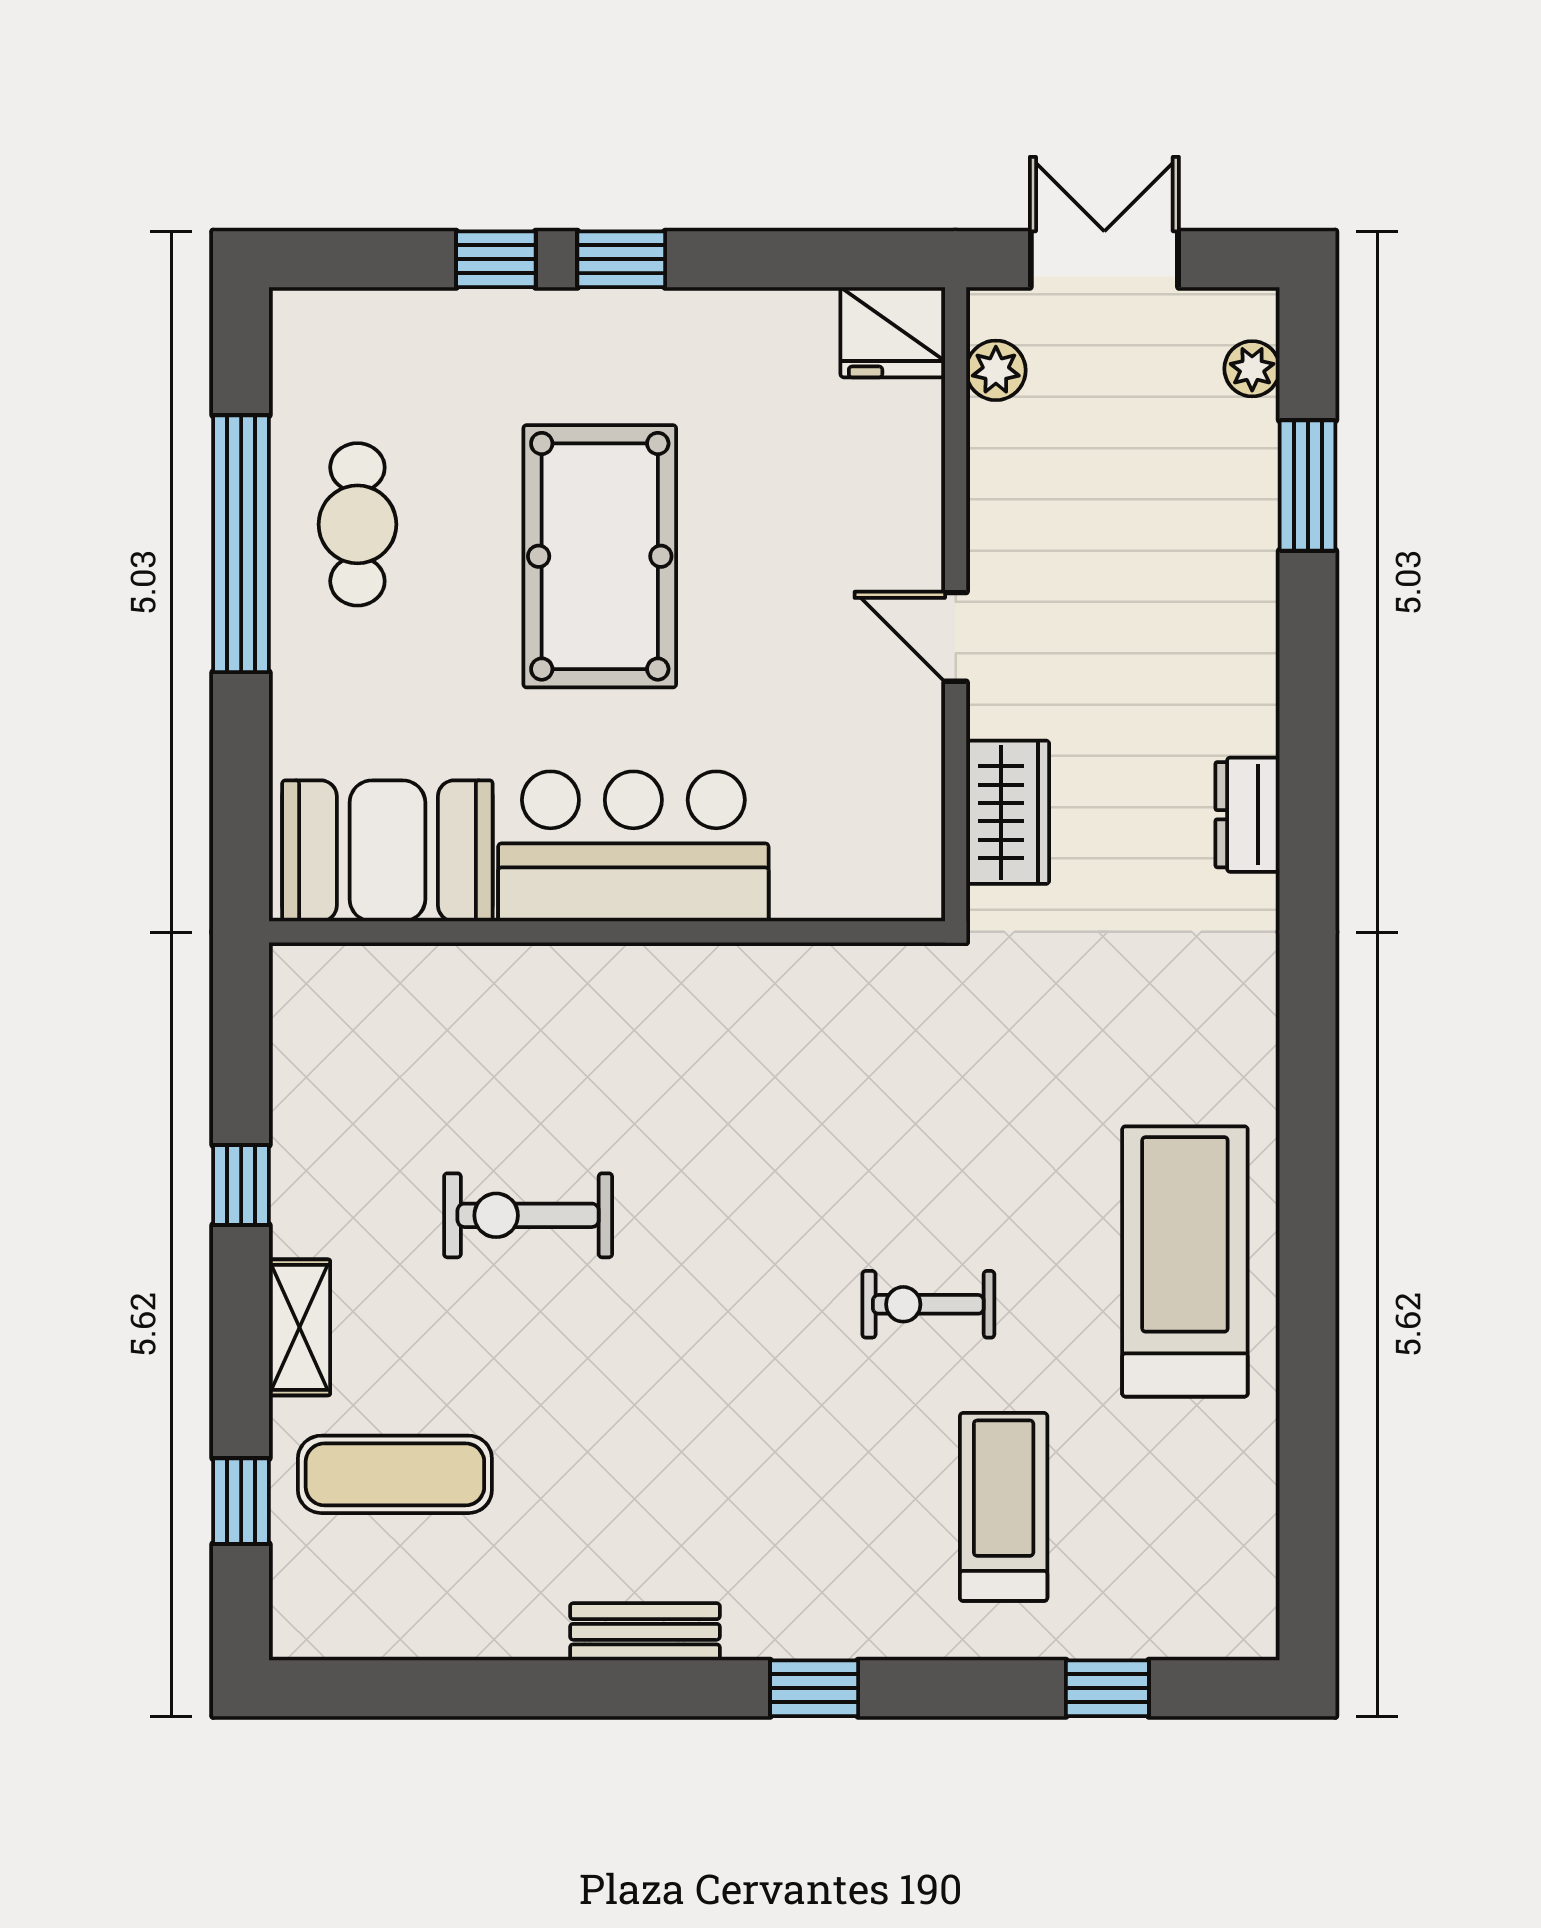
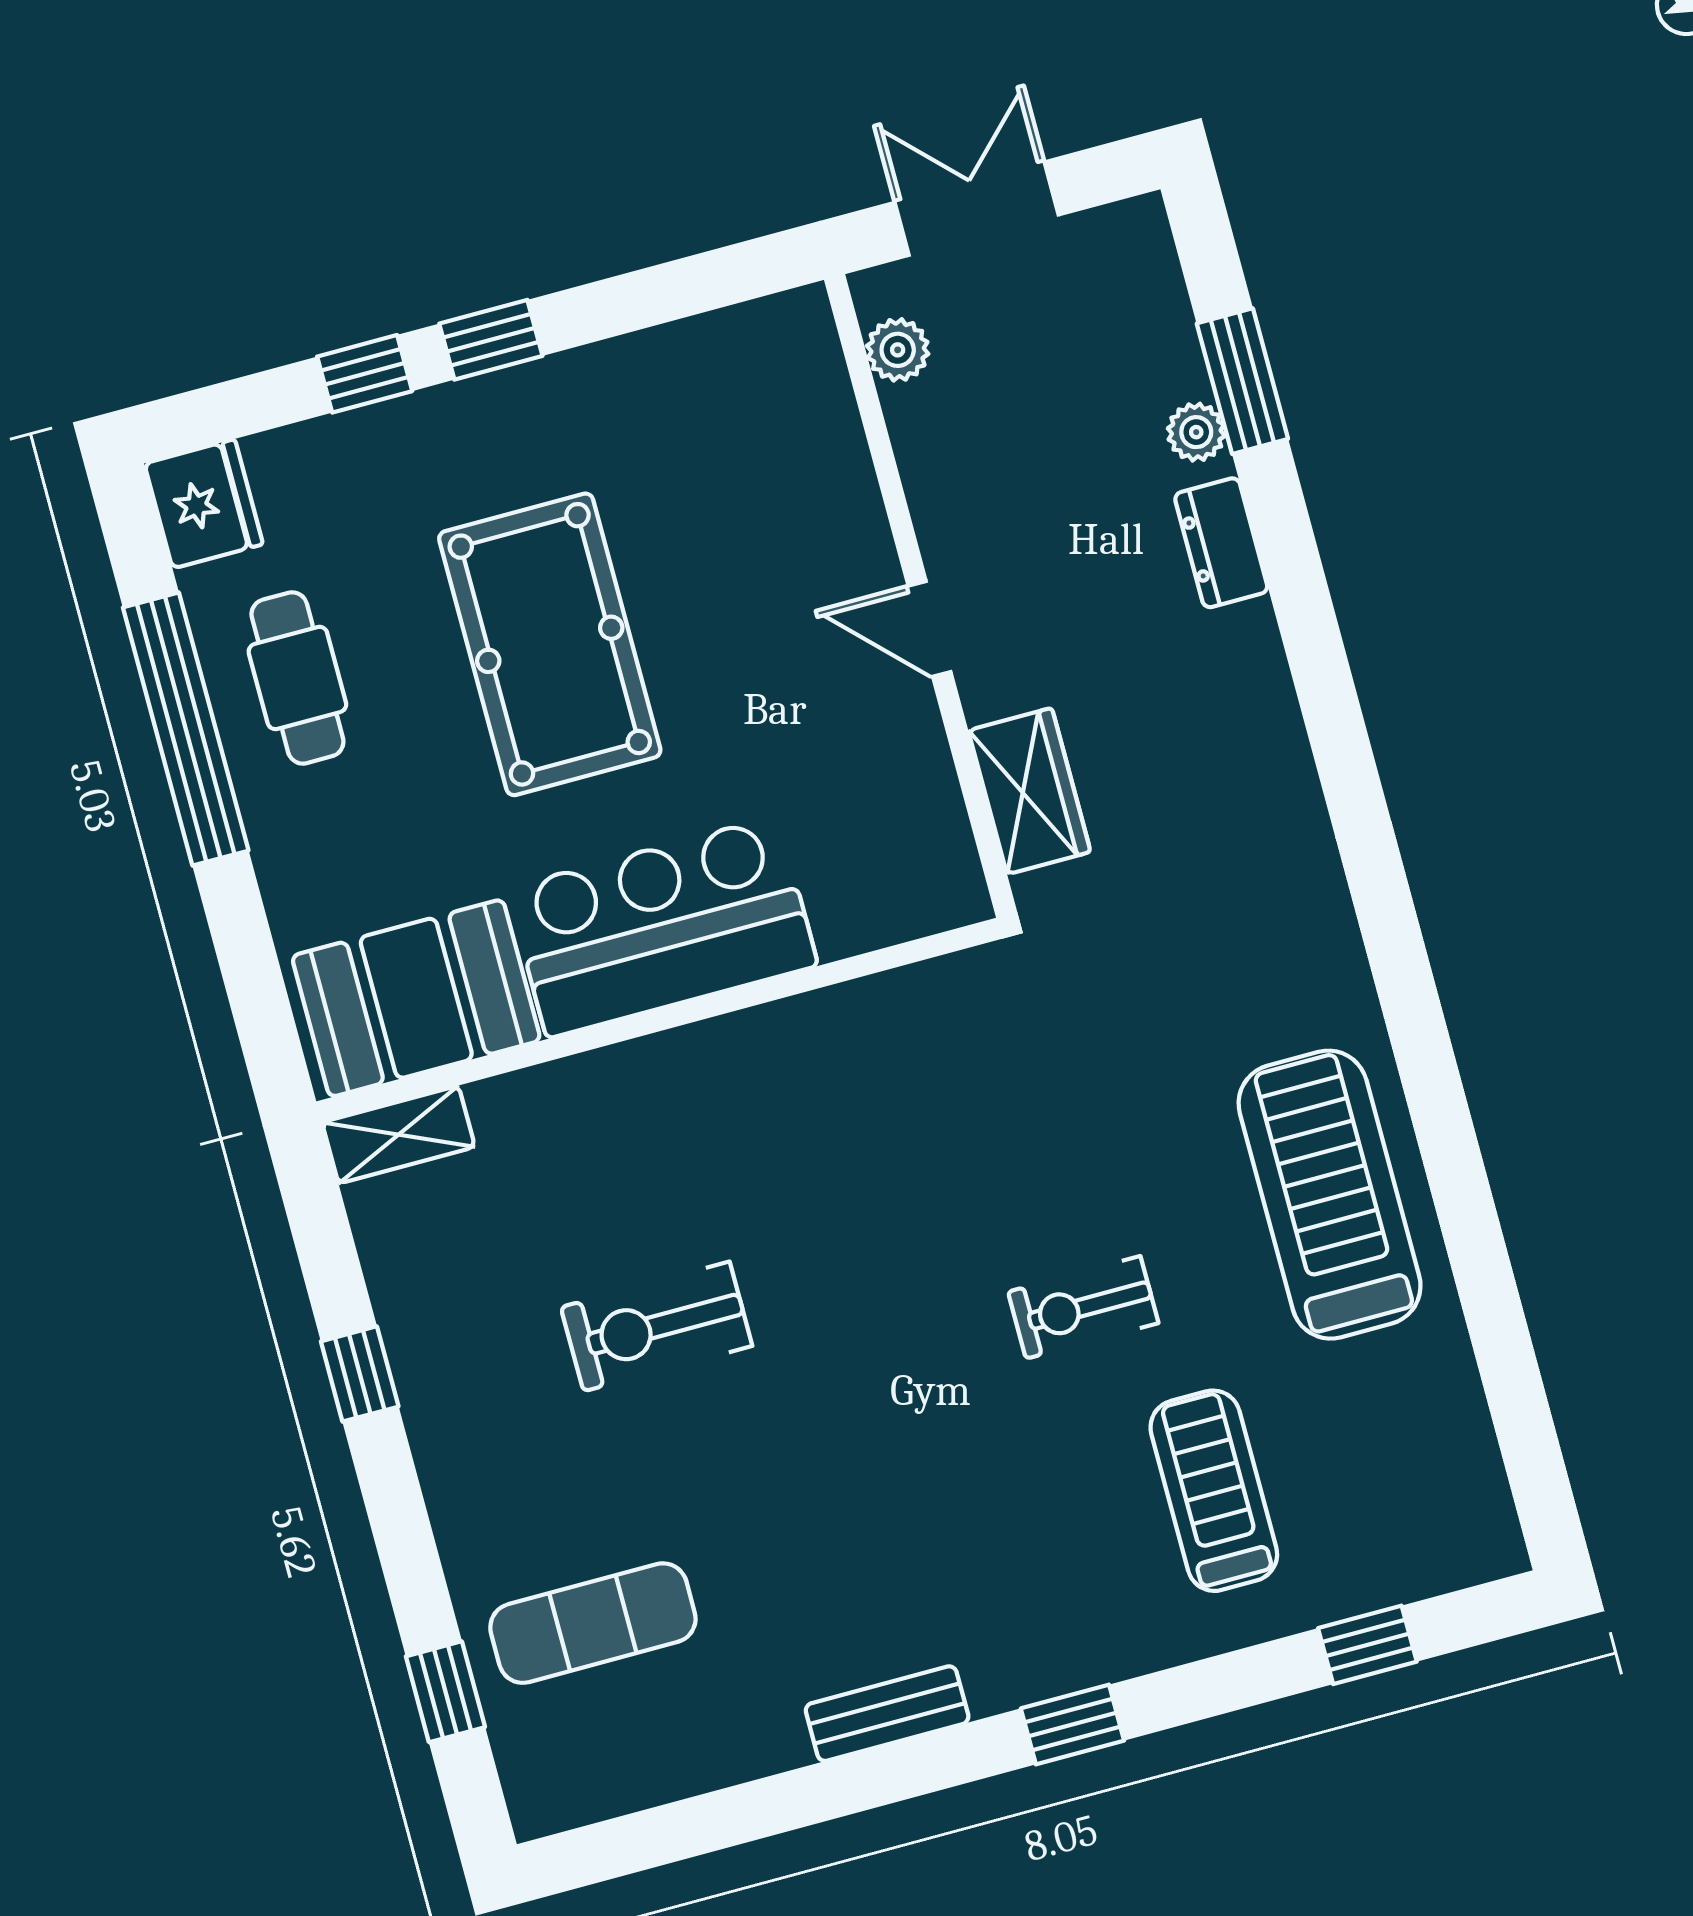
fridge: (893, 332) -> (204, 504), moved, turned -90
plant: (1252, 369) -> (1196, 432), moved
dresser: (1248, 815) -> (1221, 543), moved
shelving: (300, 1327) -> (399, 1135), moved, turned 90

